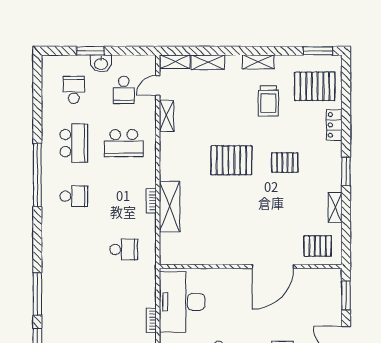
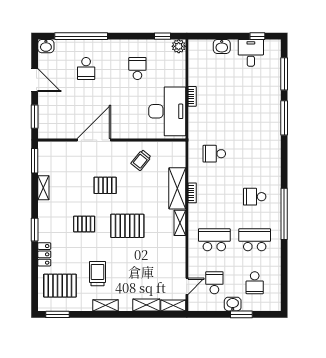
shelving: (166, 116) -> (180, 223), moved
school desk: (74, 143) -> (255, 240), turned 90
window: (346, 171) -> (35, 230), moved
trolley: (214, 241) -> (141, 160), added
window: (346, 241) -> (35, 161), added
pallet: (318, 246) -> (105, 185), moved

